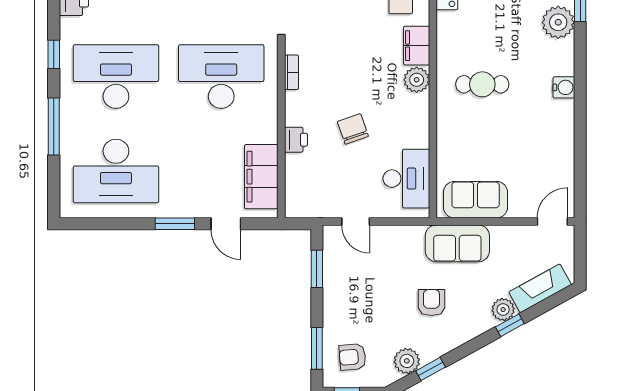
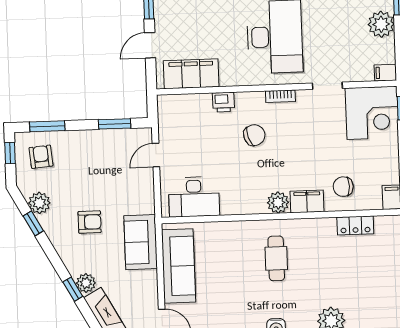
chair: (353, 129) -> (254, 135), moved
sofa: (476, 200) -> (179, 266), width x1.36

